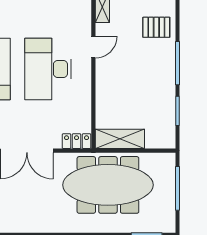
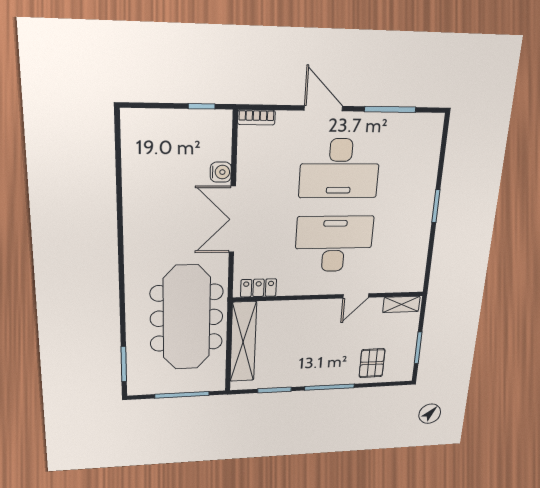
door: (93, 47) -> (356, 296), hinge flipped
shelving: (120, 139) -> (243, 342), width x1.47
locker: (77, 141) -> (258, 288), moved, turned -90

